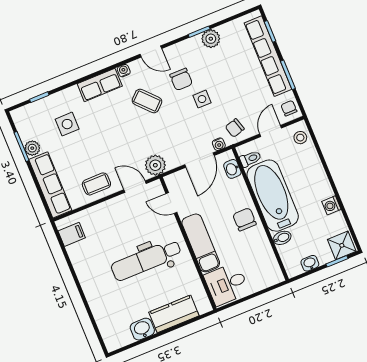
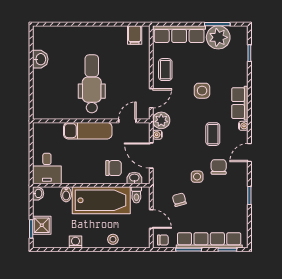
plant: (211, 39) -> (240, 202), removed
chair: (181, 79) -> (219, 167), turned 90
coffee table: (147, 101) -> (213, 134), turned -47
side table: (67, 124) -> (202, 91), moved
chair: (235, 128) -> (179, 200), moved
stool: (300, 138) -> (113, 239), moved
water cooler: (219, 144) -> (157, 135), moved
plant: (32, 148) -> (218, 37), width x1.87, depth x1.87
chair: (244, 219) -> (114, 168), moved
shower: (342, 245) -> (42, 225), moved
washbasin: (310, 263) -> (38, 193), moved
desk: (227, 284) -> (47, 168), moved, turned 180
kitchen counter: (174, 314) -> (42, 88), removed

